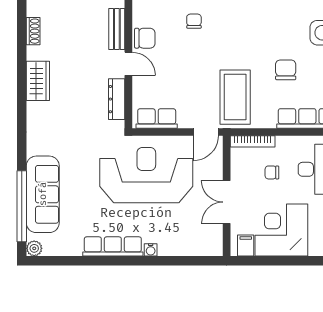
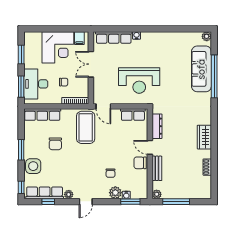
door: (206, 132) -> (103, 106), swing flipped
reception desk: (146, 175) -> (139, 80), width x0.74, depth x0.77
double door: (227, 202) -> (91, 64), swing flipped
window: (22, 206) -> (214, 76), moved
row of seats: (113, 246) -> (114, 38), moved

